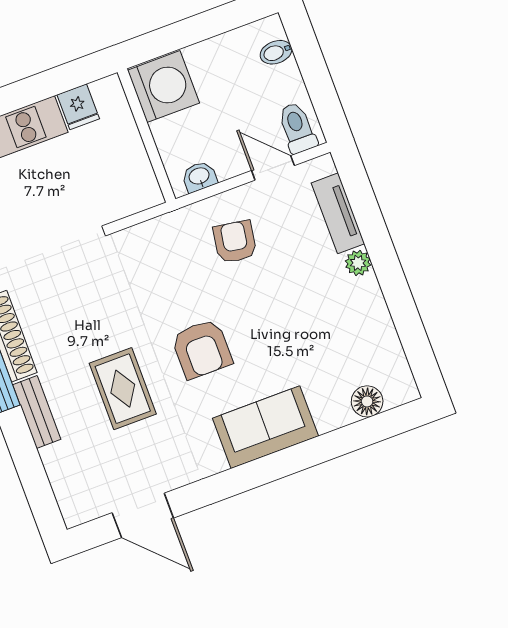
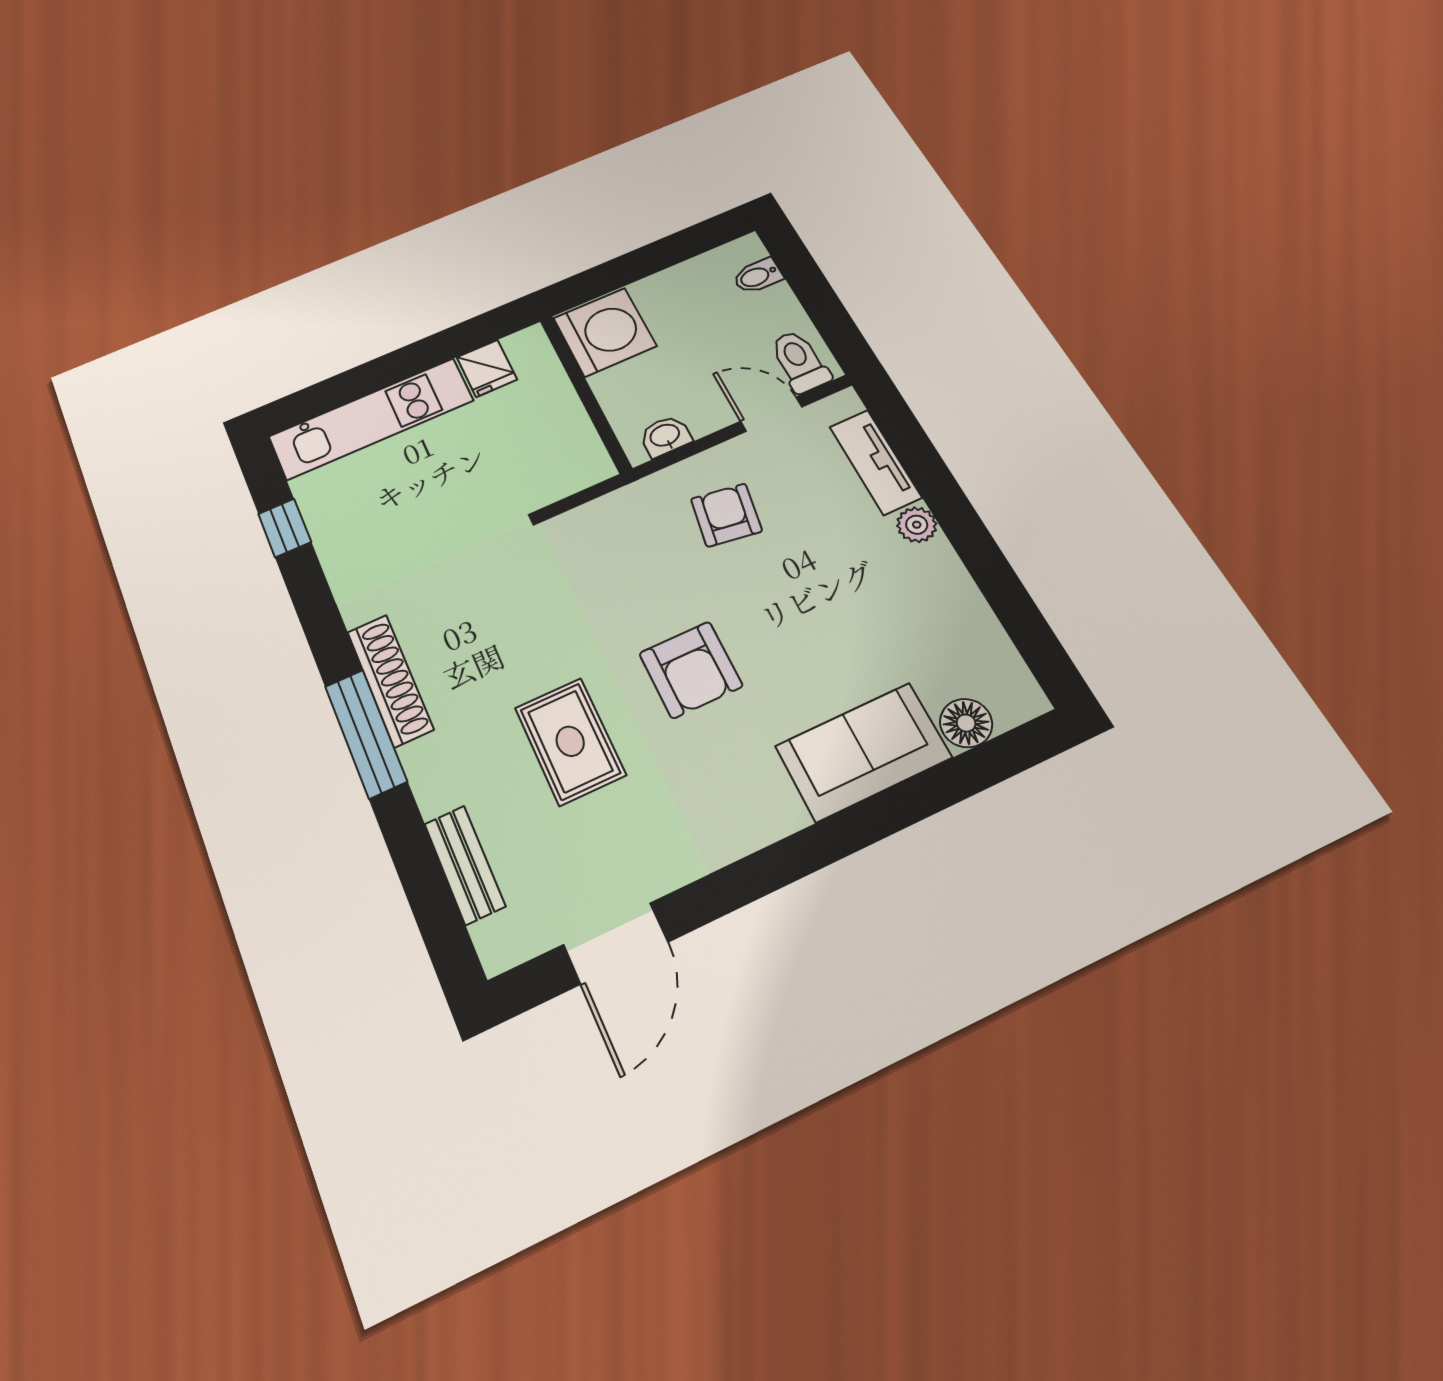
bench: (37, 412) -> (465, 865), moved
sofa: (265, 427) -> (863, 752), moved
door: (143, 515) -> (616, 943), hinge flipped

